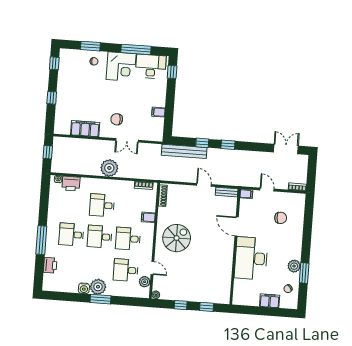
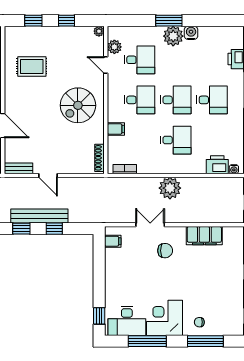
window: (90, 46) -> (205, 341), width x1.44
filing cabinet: (158, 112) -> (113, 241), moved
bench: (184, 151) -> (39, 216), moved
rug: (210, 271) -> (32, 66), added

